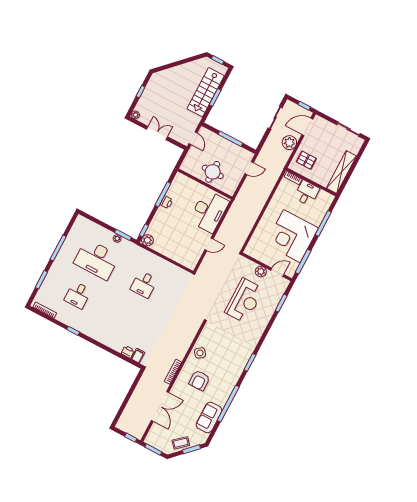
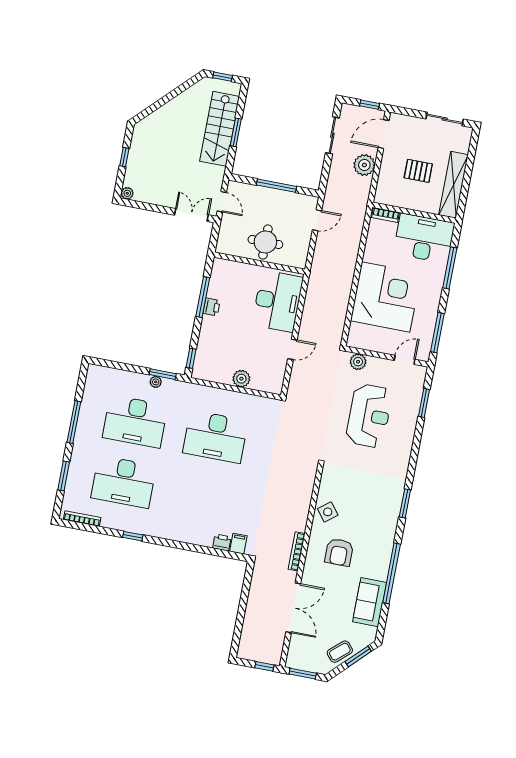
double door: (157, 133) -> (191, 215), moved
pallet: (306, 160) -> (418, 171), moved
desk: (307, 193) -> (424, 238), width x1.87, depth x1.30
corner desk: (292, 236) -> (386, 297), moved, turned 180
plant: (147, 240) -> (241, 379), moved
plant: (261, 271) -> (358, 362), moved
desk: (144, 284) -> (215, 437), width x1.87, depth x1.30
desk: (78, 295) -> (124, 482), width x1.87, depth x1.30

